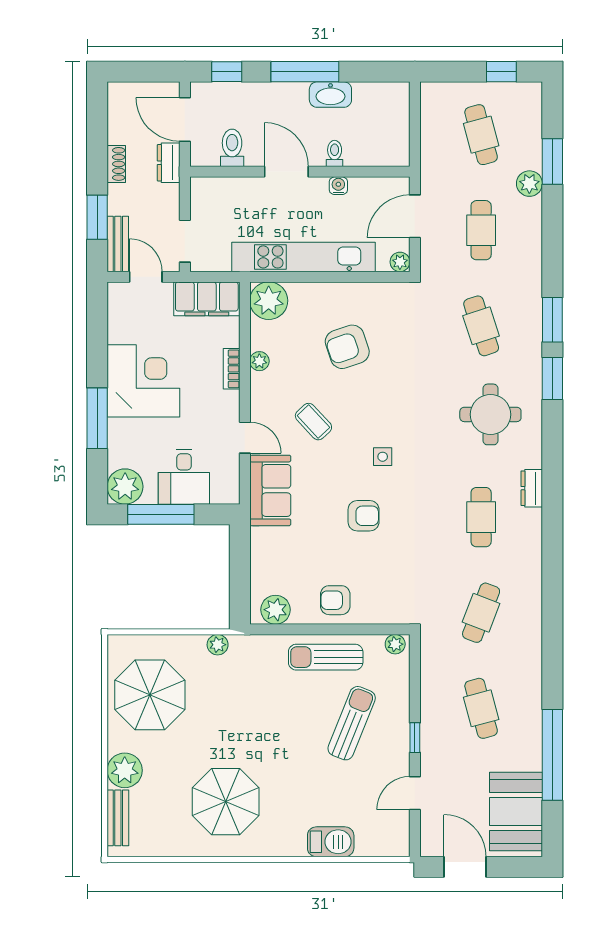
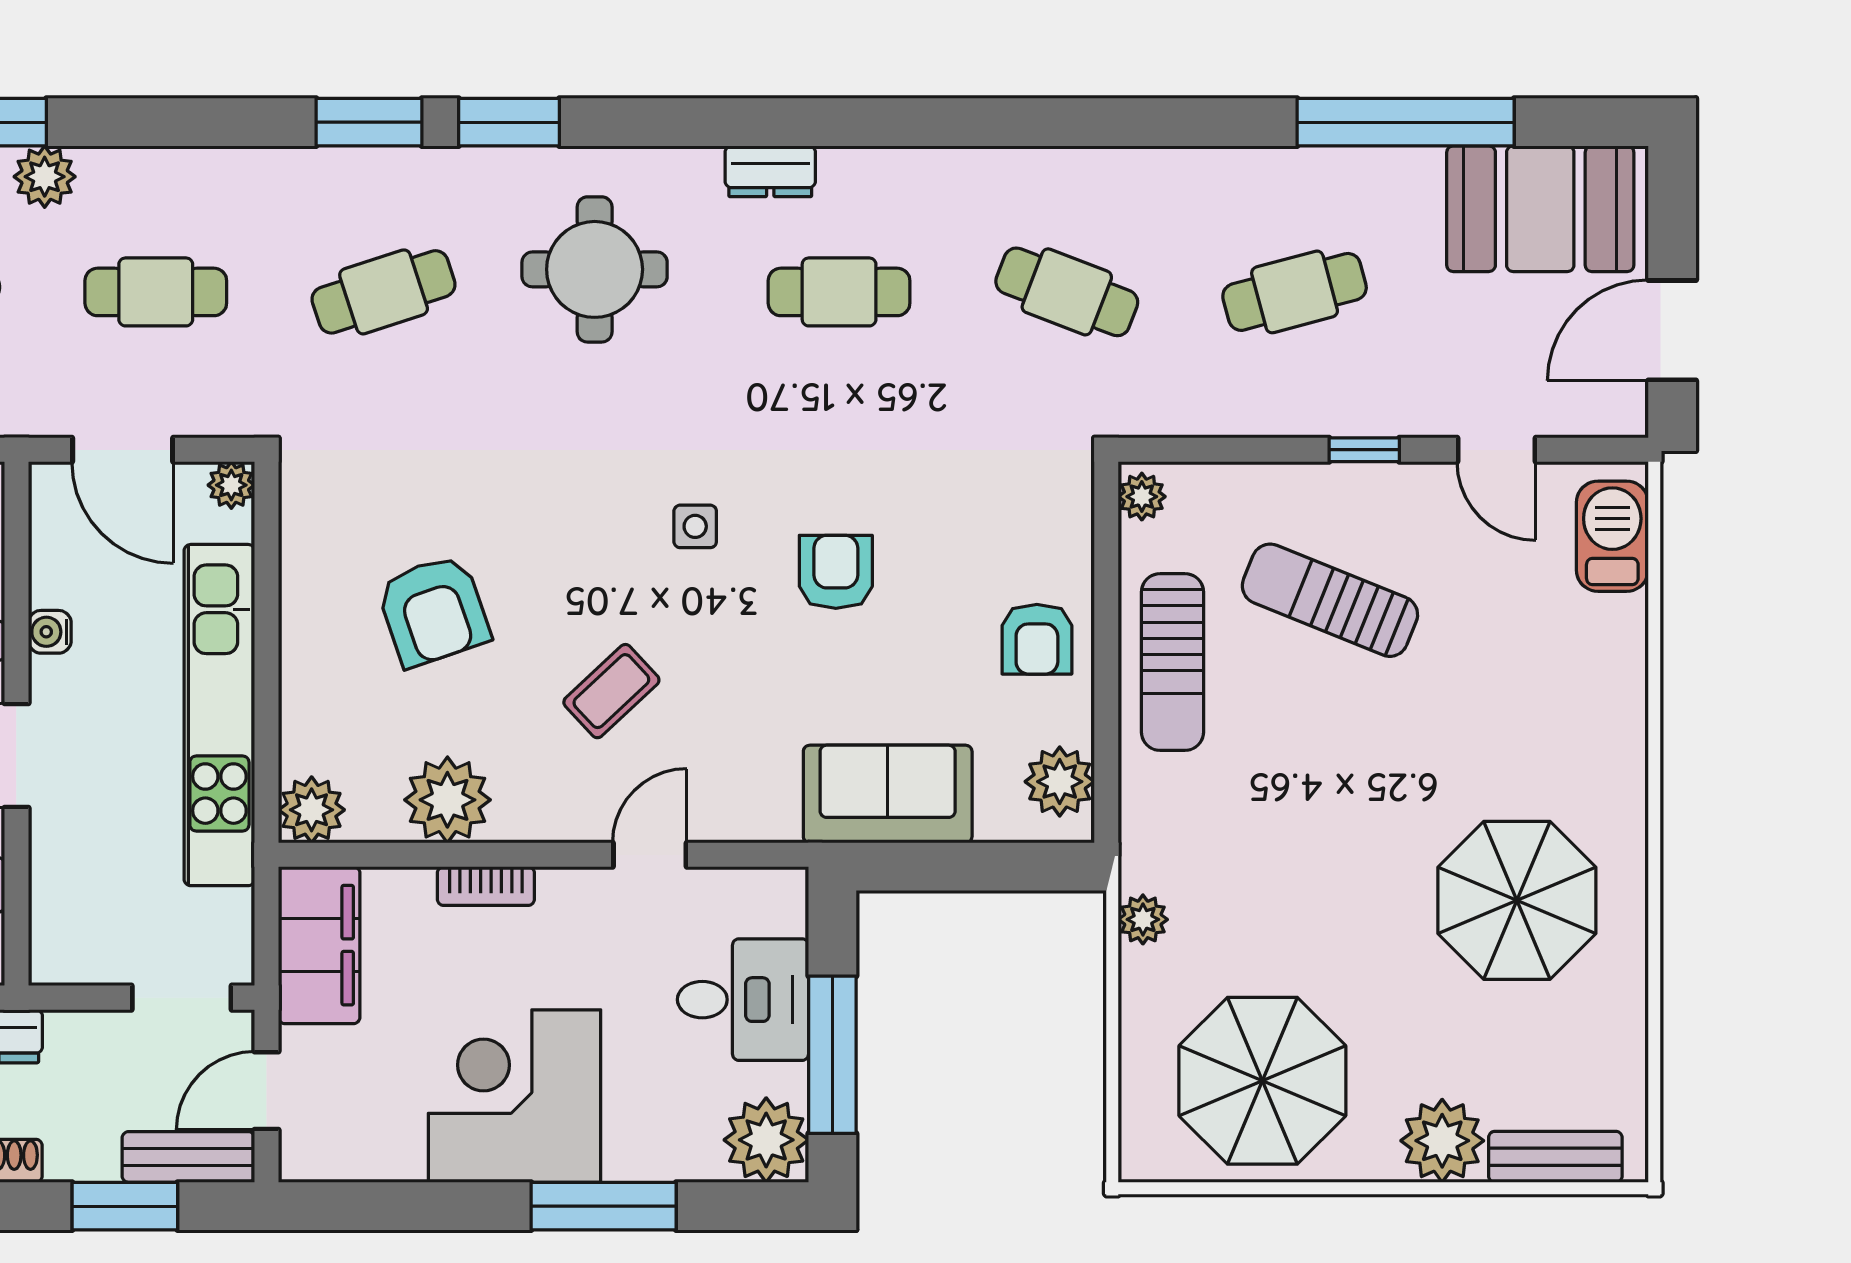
plant: (269, 301) -> (312, 810), width x0.73, depth x0.73
plant: (259, 361) -> (447, 800), width x1.87, depth x1.87
sofa: (270, 490) -> (888, 794), moved
barbecue: (331, 842) -> (1612, 536), moved

